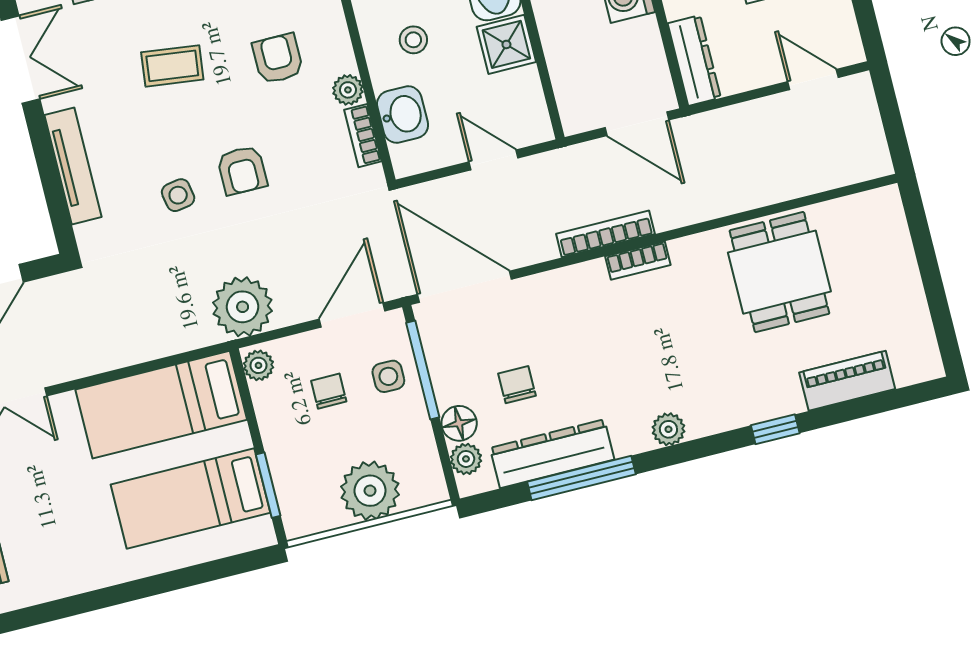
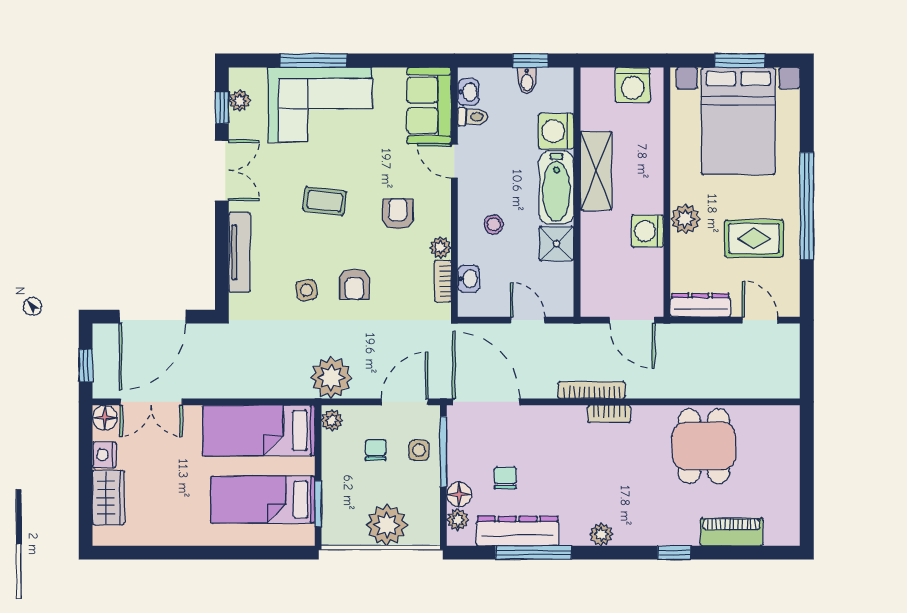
dresser: (694, 61) -> (700, 305), moved, turned -90
washbasin: (403, 115) -> (469, 279), width x0.72, depth x0.69

